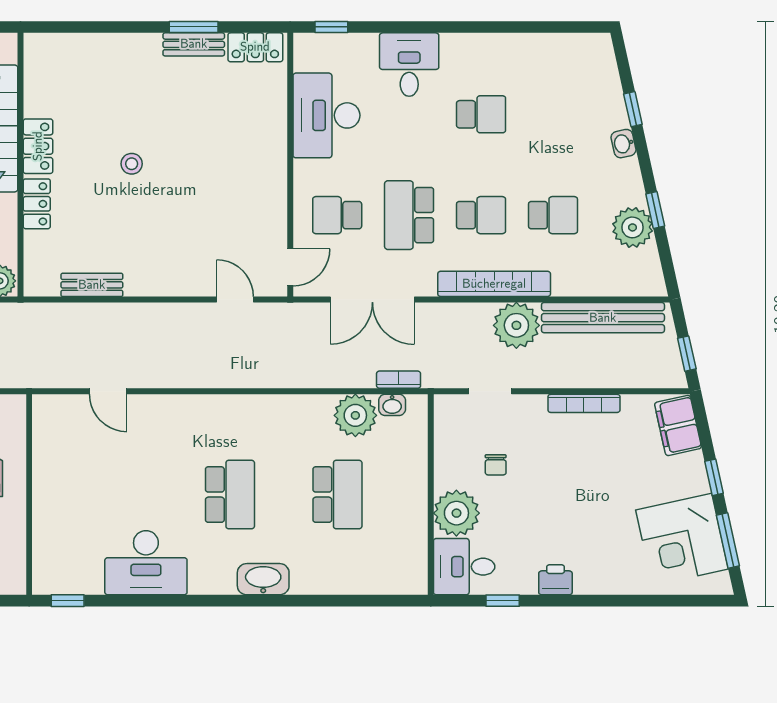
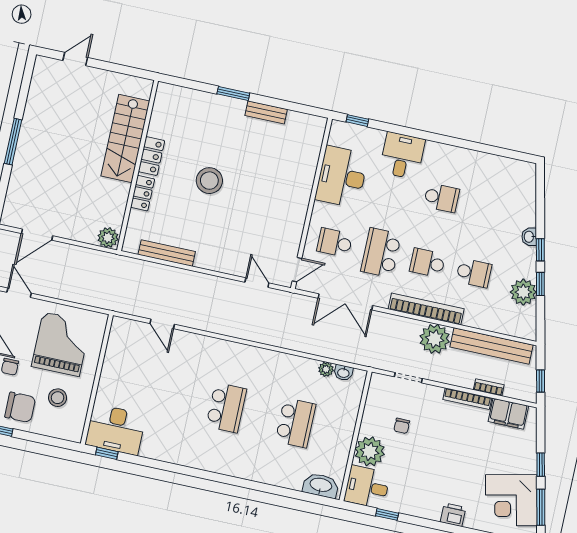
window: (194, 27) -> (233, 93), moved
locker: (255, 47) -> (305, 123), removed
window: (633, 109) -> (540, 250), moved
stool: (132, 164) -> (209, 181), width x1.89, depth x1.89
school desk: (481, 215) -> (427, 263), turned 180
bench: (92, 285) -> (167, 253), width x1.36
bookcase: (399, 380) -> (489, 387), moved
plant: (355, 415) -> (326, 369), width x0.53, depth x0.53
filing cabinet: (678, 425) -> (508, 414), moved, turned -78
desk: (146, 563) -> (115, 430), moved
washbasin: (263, 579) -> (321, 485), moved
printer: (555, 580) -> (453, 515), moved

